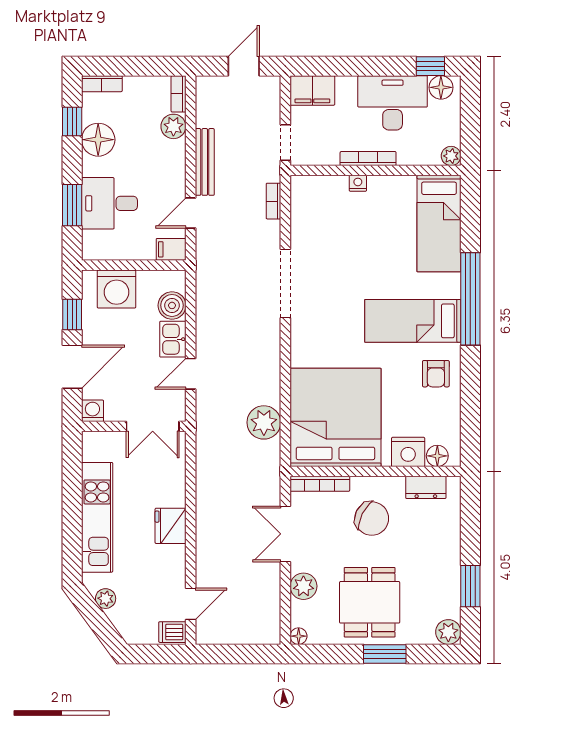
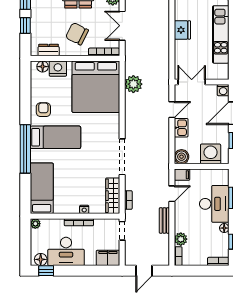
floor lamp: (98, 140) -> (224, 228), width x0.53, depth x0.53
bench: (205, 162) -> (164, 220), width x0.73
desk: (109, 203) -> (214, 204), width x1.37
wardrobe: (303, 209) -> (113, 196), added
boiler: (172, 305) -> (181, 157), moved
double door: (285, 534) -> (122, 26), swing flipped
window: (470, 534) -> (25, 26), added

